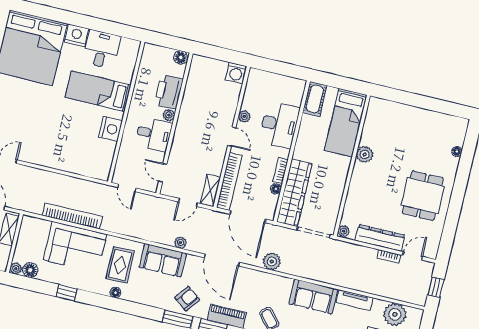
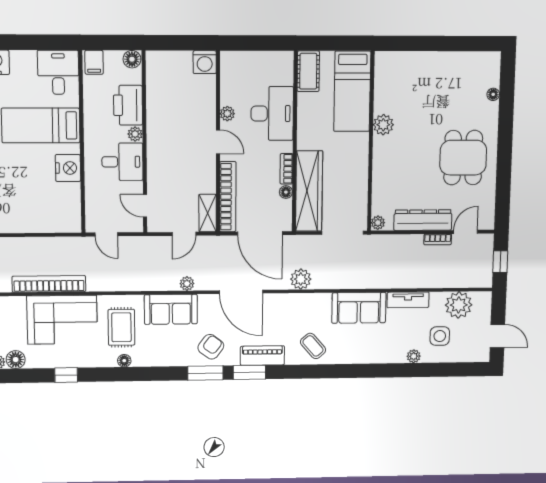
desk: (102, 49) -> (58, 72), moved
filing cabinet: (151, 53) -> (94, 62), added

